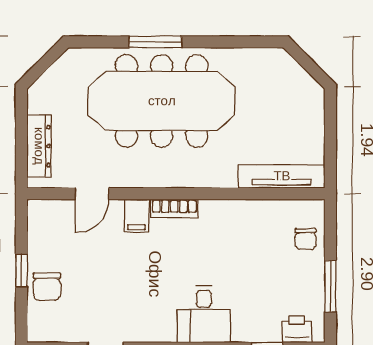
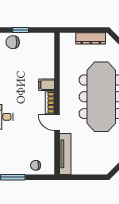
dresser: (39, 146) -> (91, 38), moved
door: (92, 194) -> (57, 123), moved

